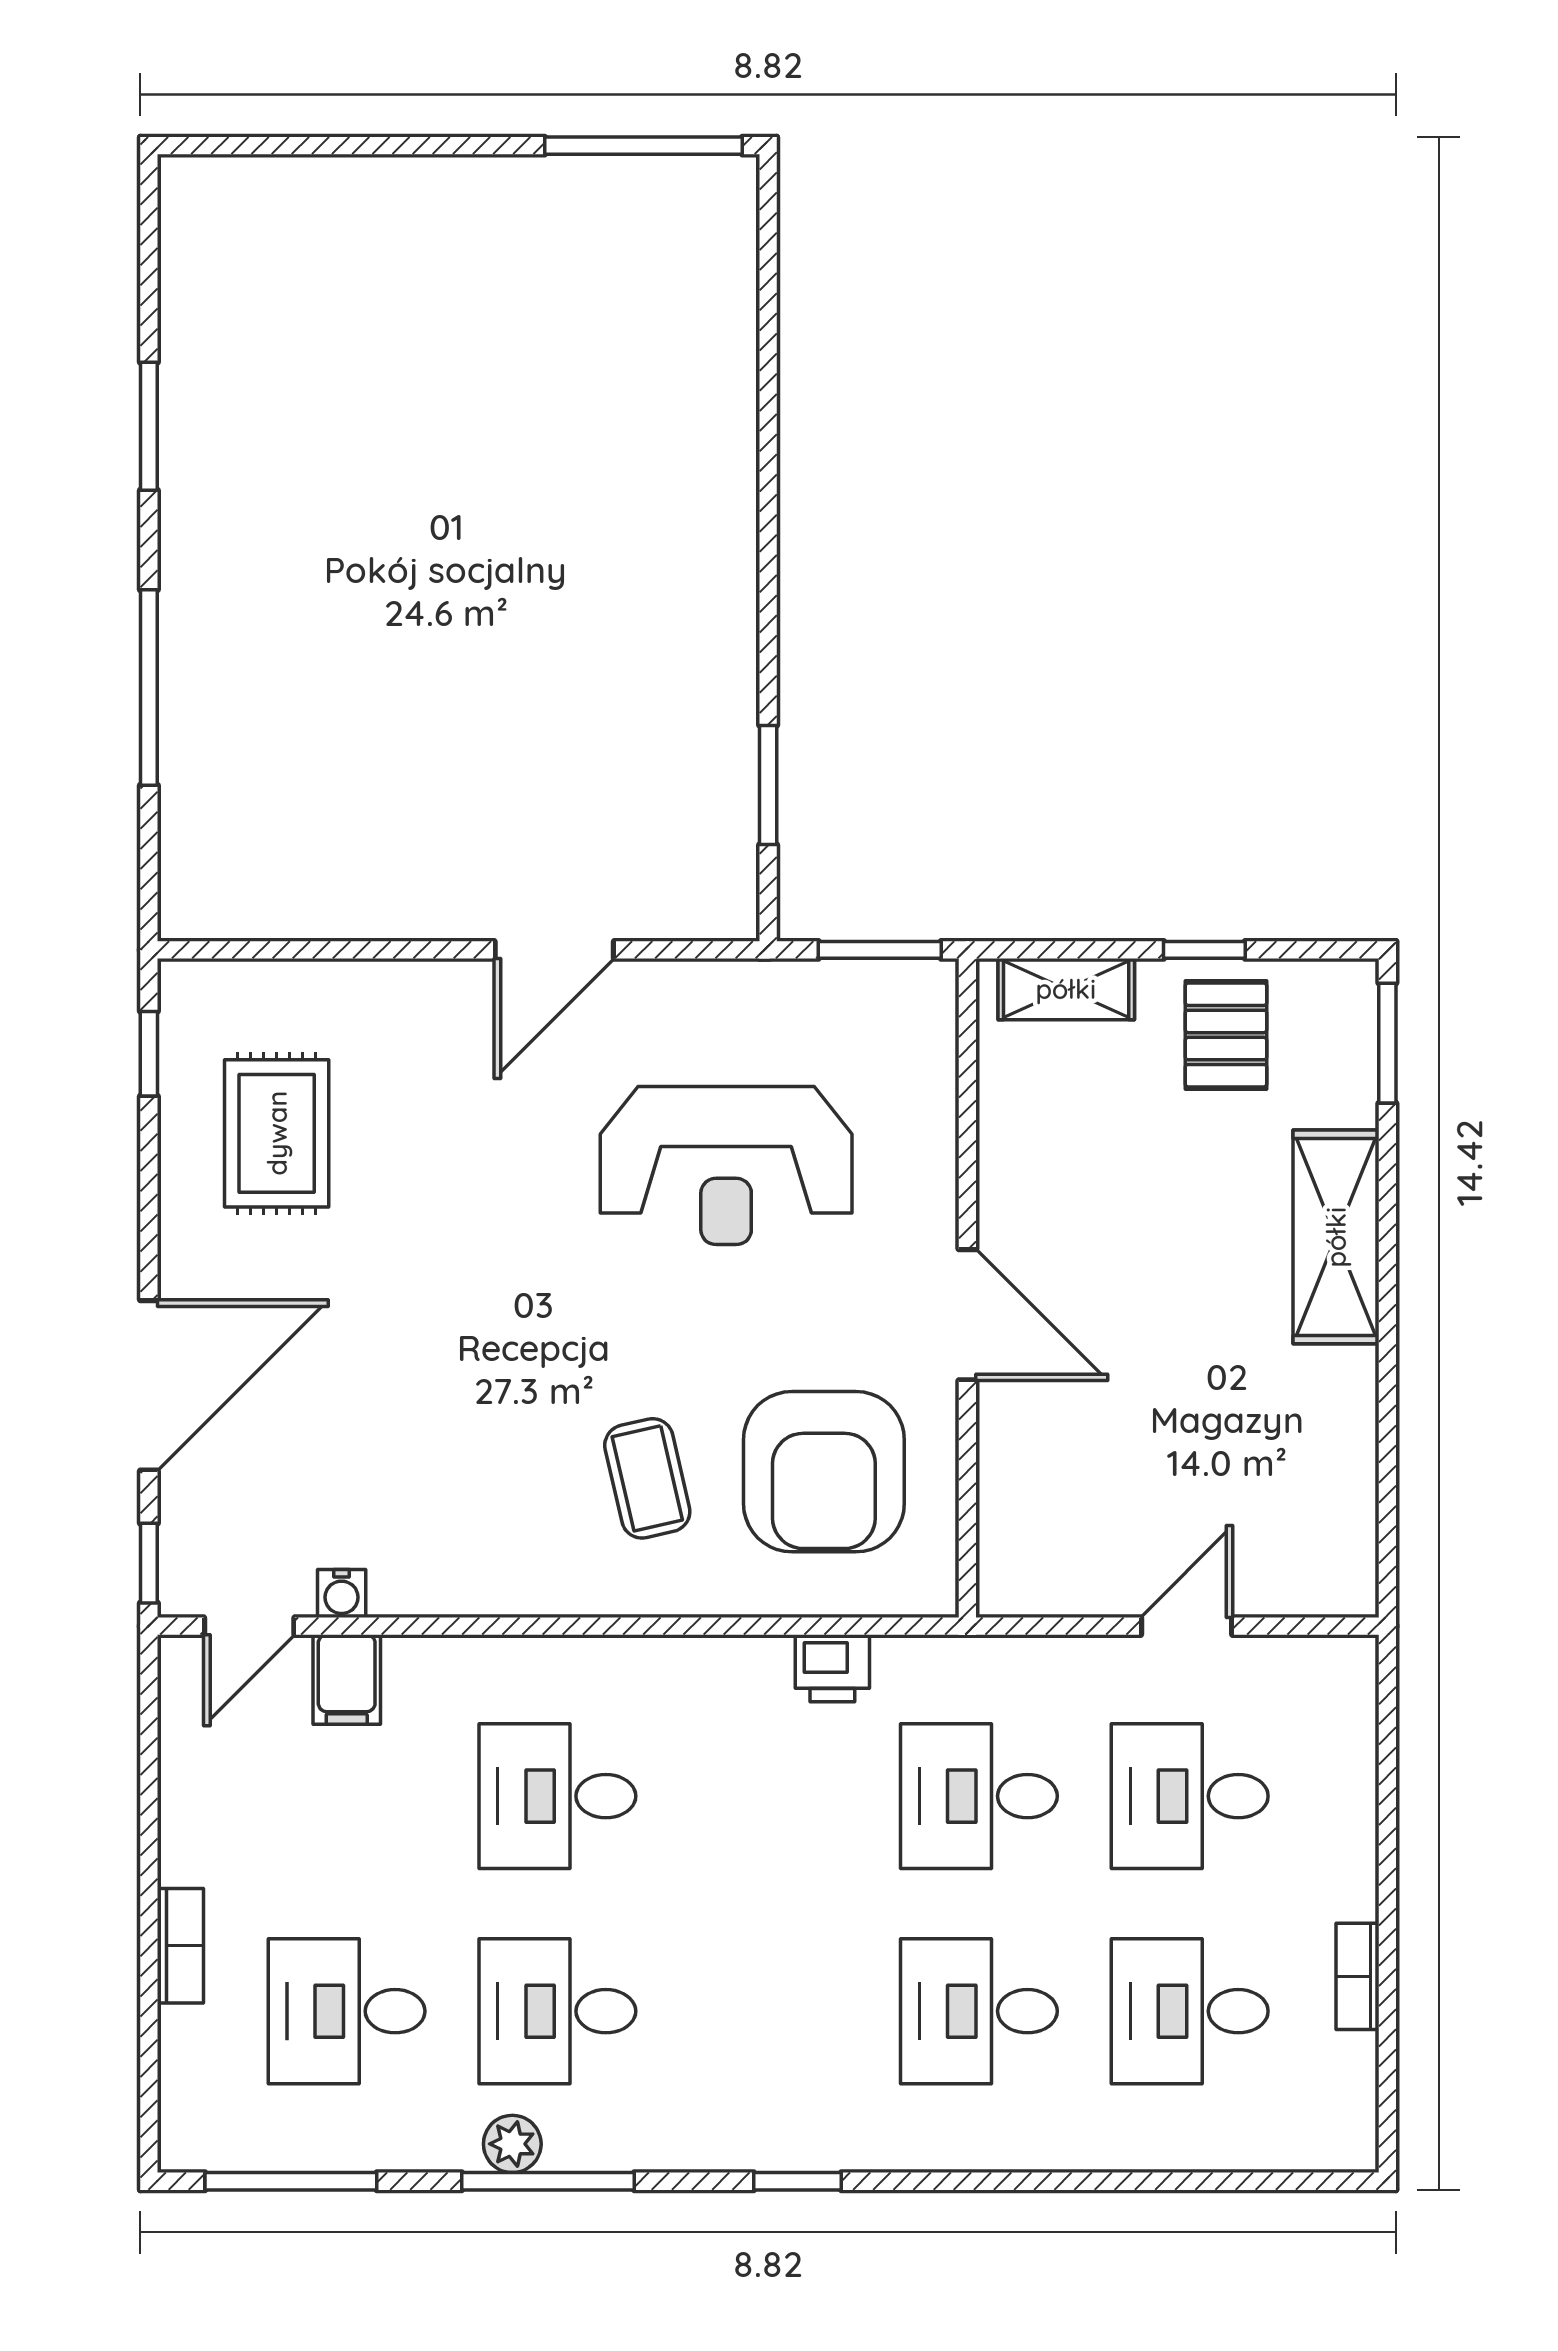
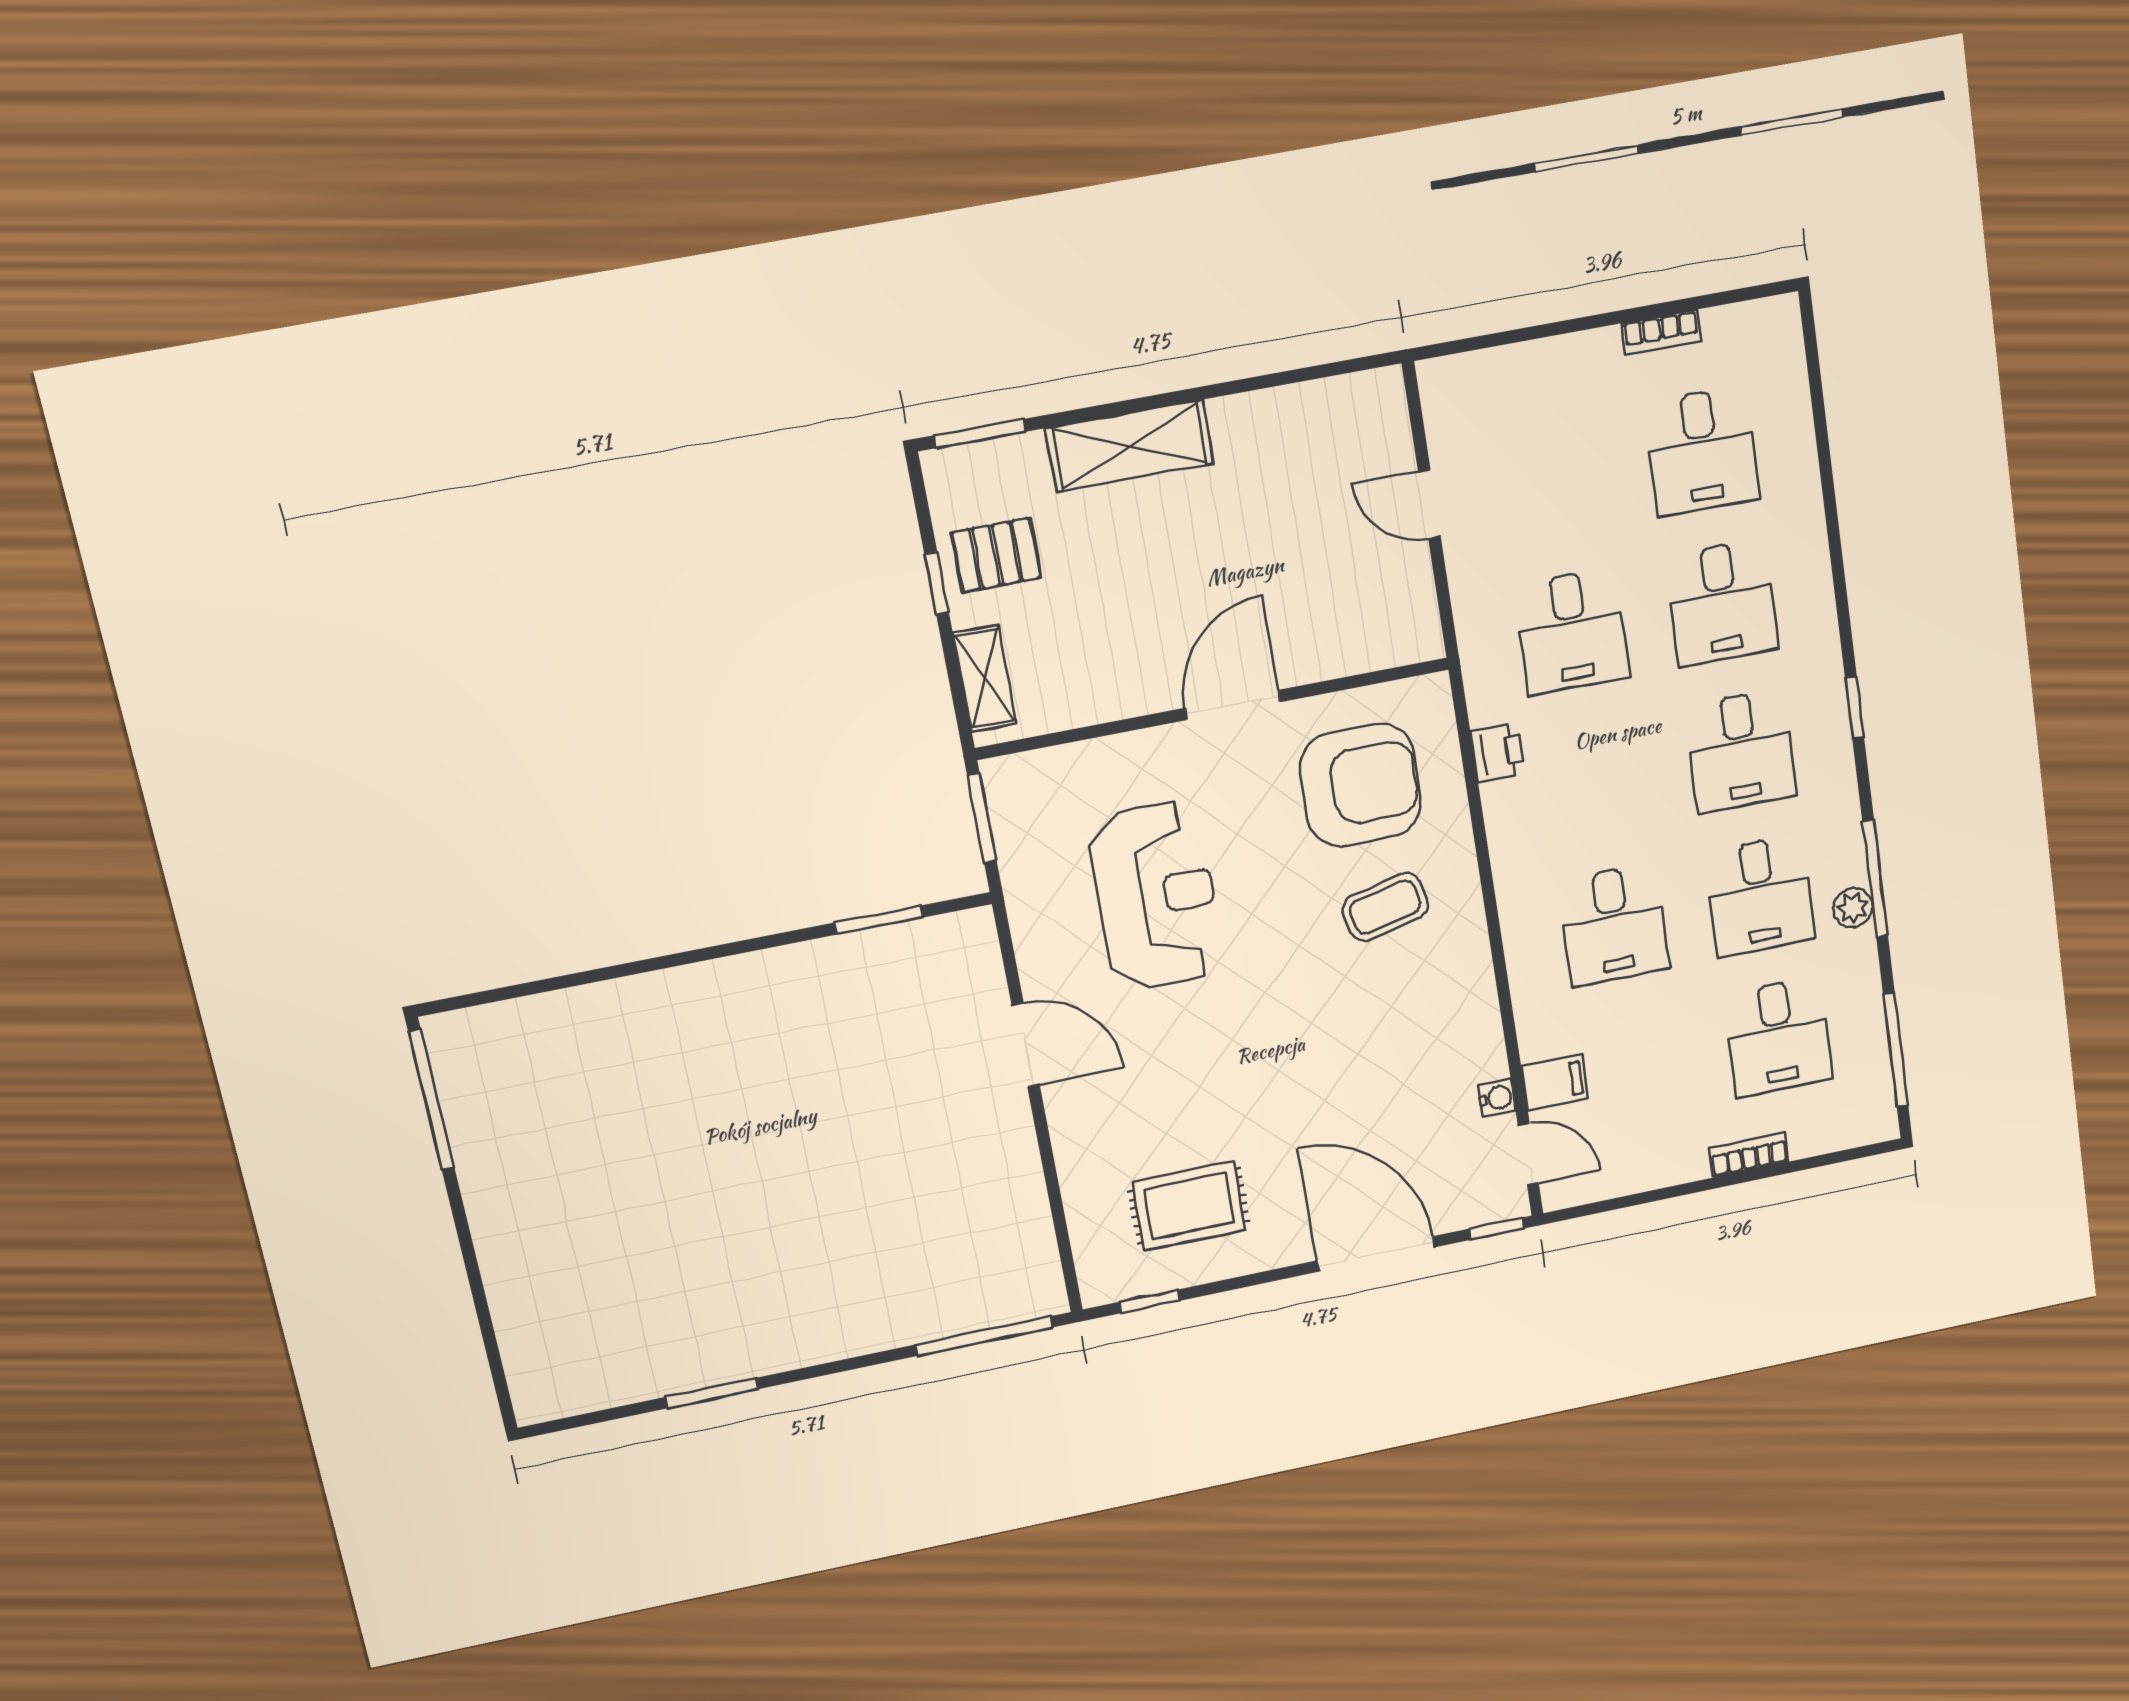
window: (149, 688) -> (984, 1336), moved
desk: (1190, 1796) -> (1741, 751), moved

